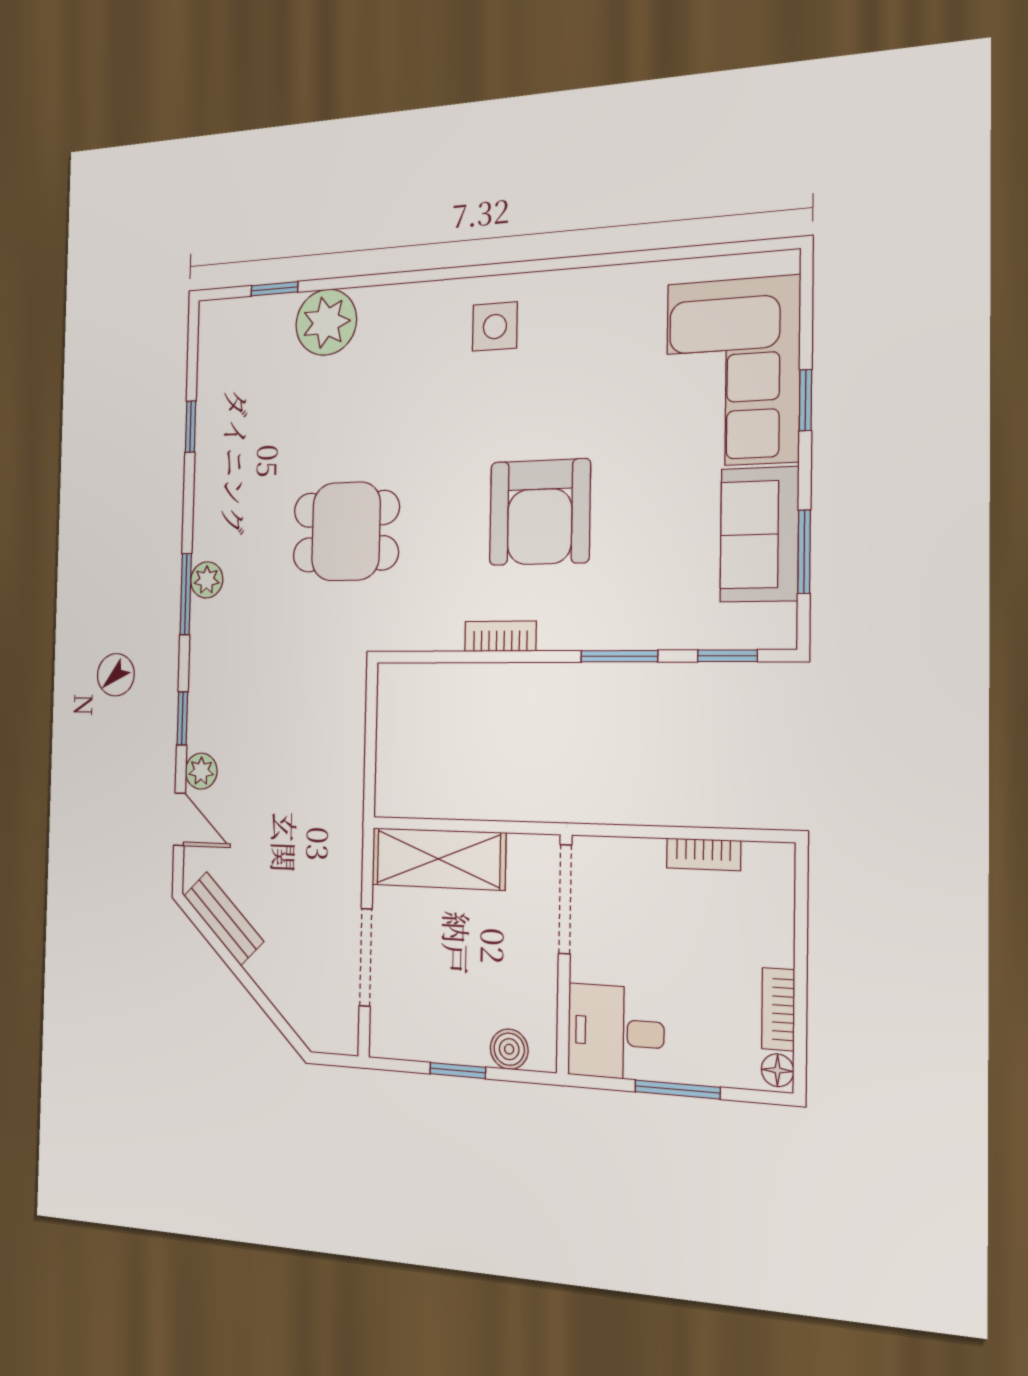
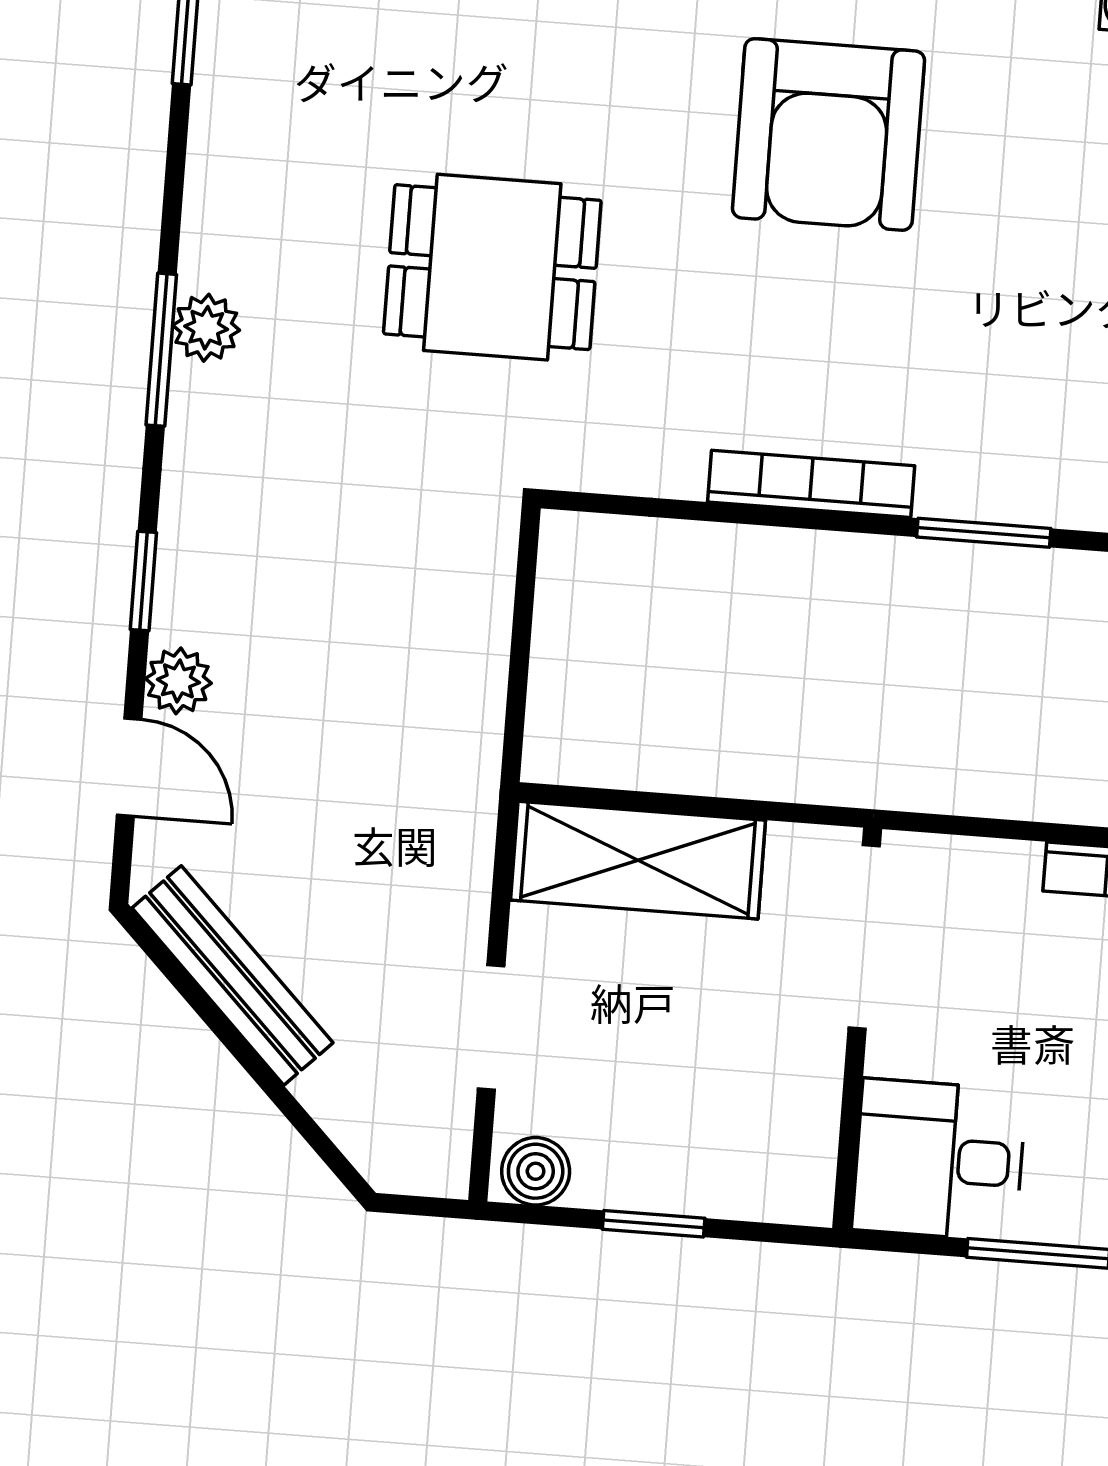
armchair: (540, 512) -> (828, 134), moved
bookcase: (500, 636) -> (811, 484), width x1.56
bench: (224, 918) -> (232, 975), width x1.36
doorway: (366, 957) -> (491, 1028), width x0.73
boiler: (509, 1049) -> (536, 1171), moved

